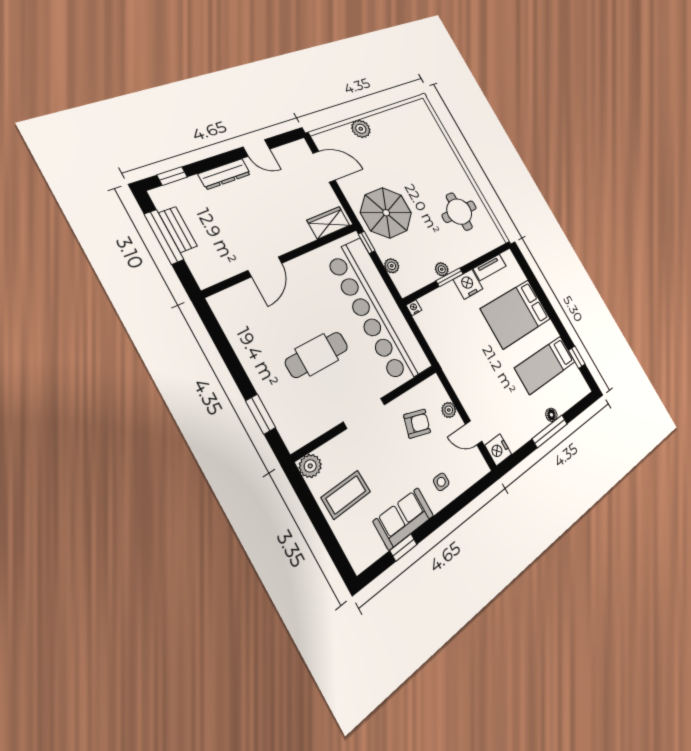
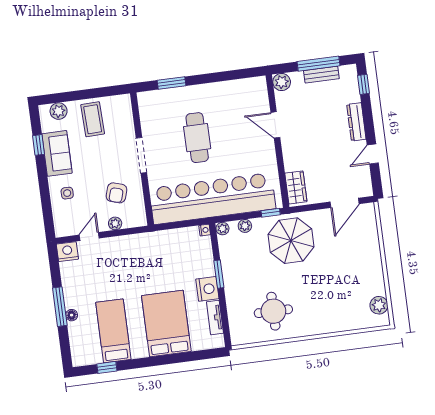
plant: (361, 129) -> (379, 305), moved
plant: (442, 269) -> (222, 229), moved
plant: (207, 275) -> (282, 82), added
plant: (310, 466) -> (59, 111), moved

